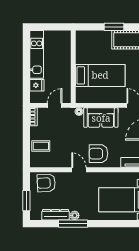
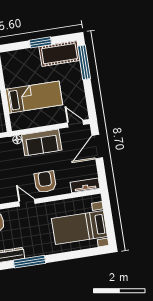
armchair: (98, 154) -> (45, 182), turned 90
plant: (75, 215) -> (30, 253), removed

